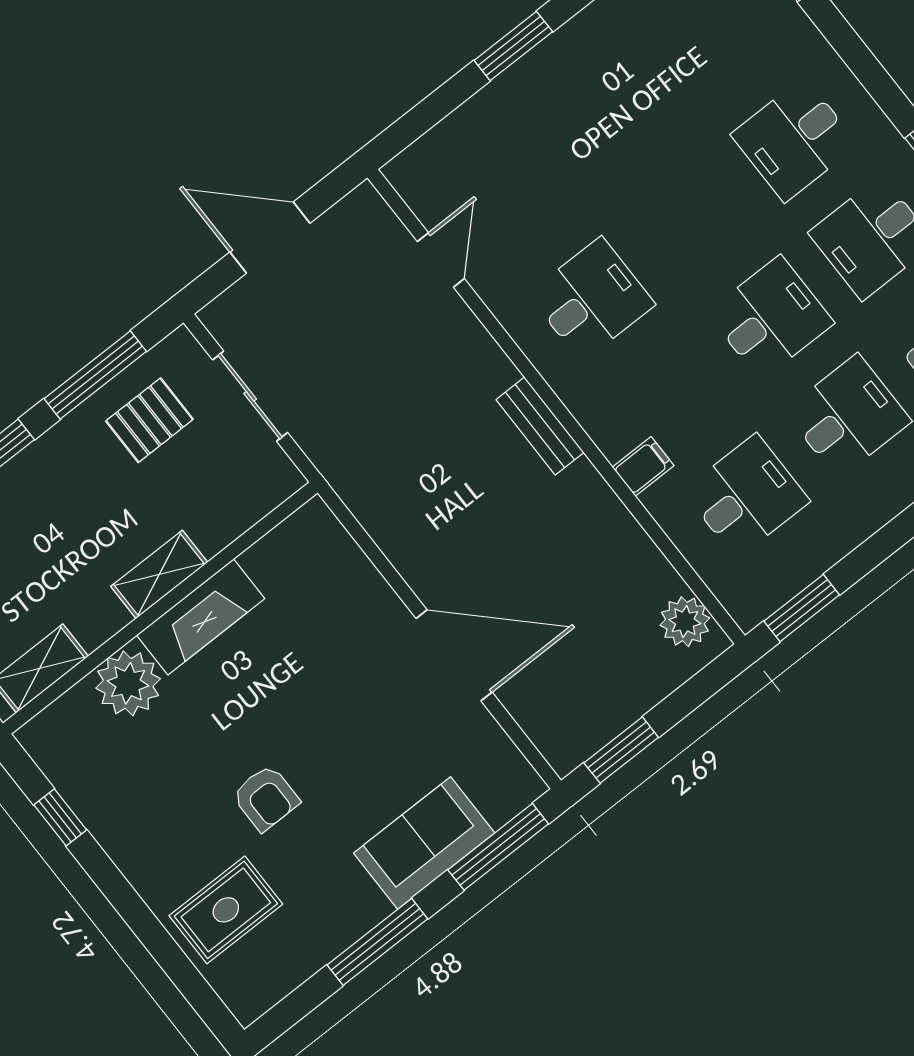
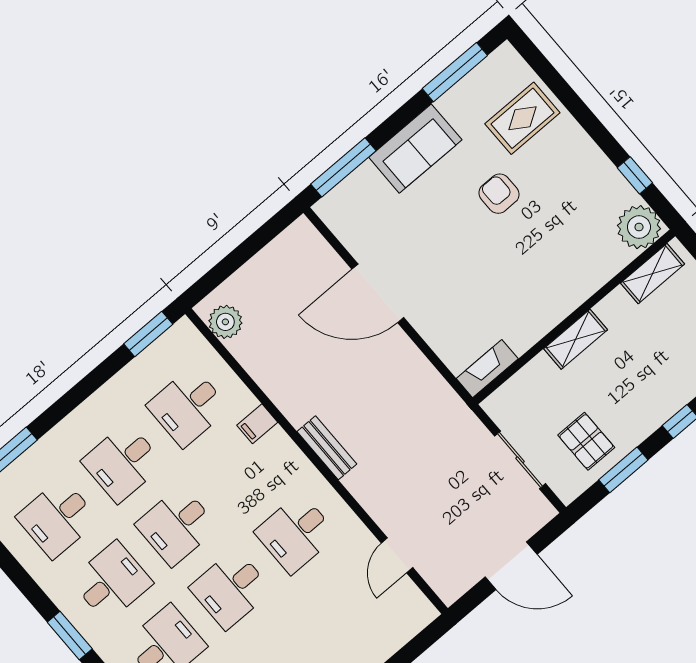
desk: (693, 219) -> (231, 589), added
window: (95, 375) -> (623, 470), width x0.69
pallet: (149, 420) -> (586, 441), turned 90
fireplace: (201, 617) -> (487, 369), moved, width x0.73, depth x0.76
plant: (128, 683) -> (639, 227), moved
window: (621, 750) -> (264, 235), removed
sofa: (424, 843) -> (415, 149), moved
window: (377, 942) -> (455, 72), moved

